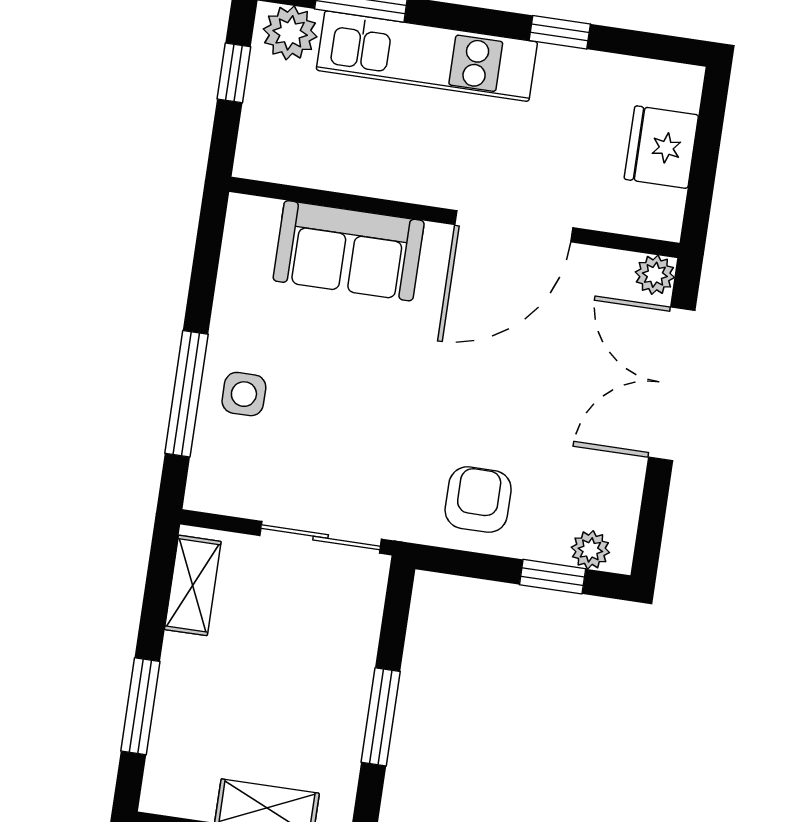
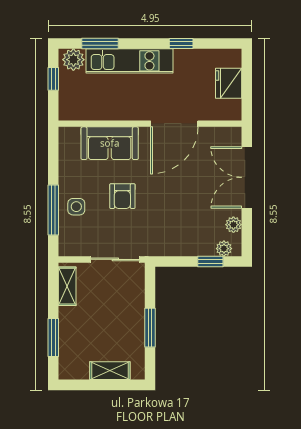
plant: (655, 275) -> (233, 225), moved
armchair: (478, 500) -> (122, 196), moved, turned 180

